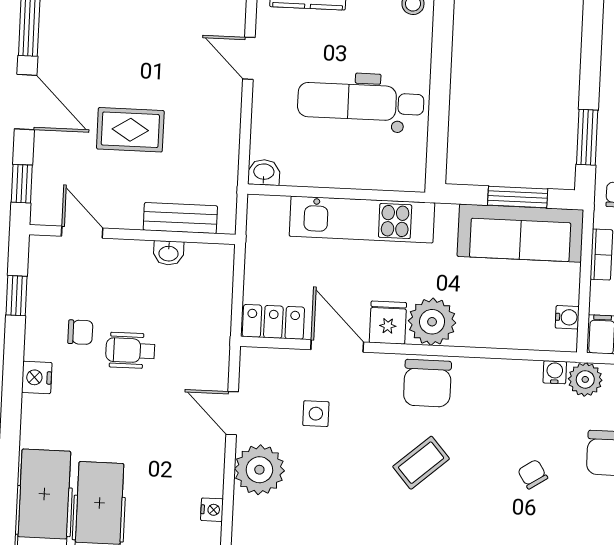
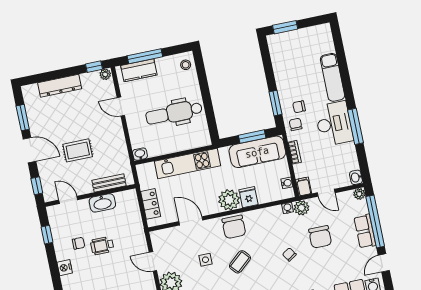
washbasin: (169, 253) -> (102, 203), width x1.91, depth x1.45
locker: (273, 322) -> (151, 204), moved, turned 90
fridge: (388, 323) -> (249, 197), moved
side table: (316, 414) -> (205, 260), moved

